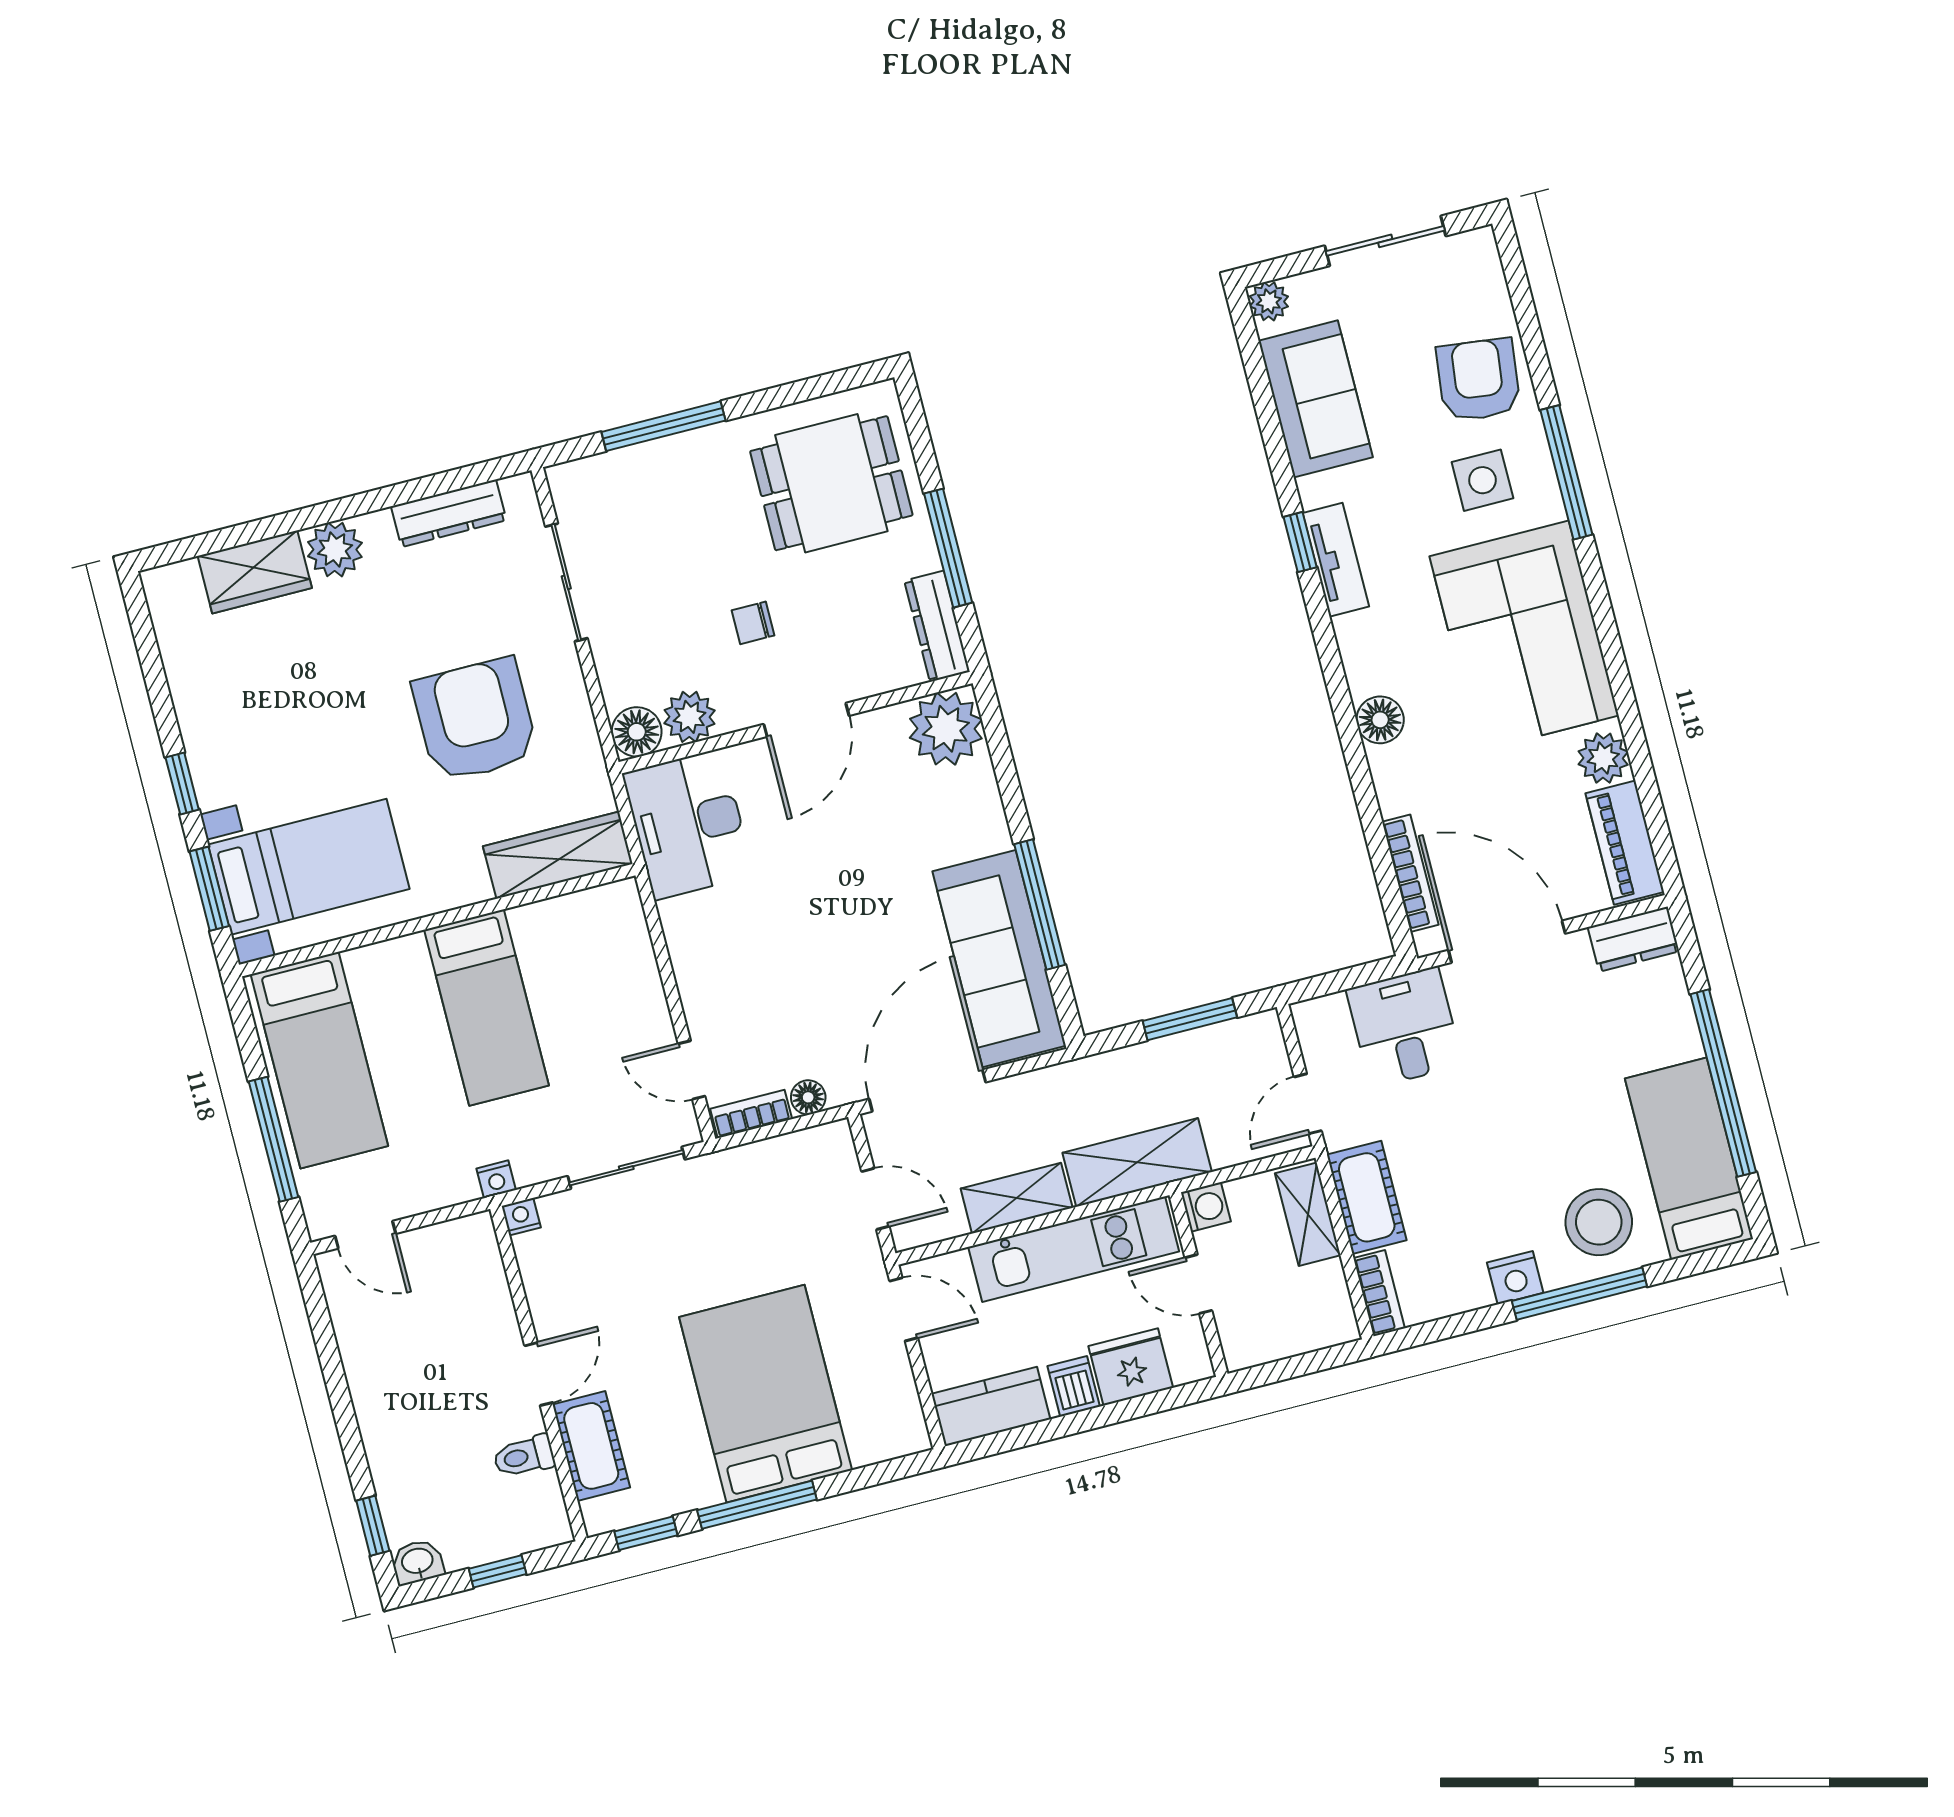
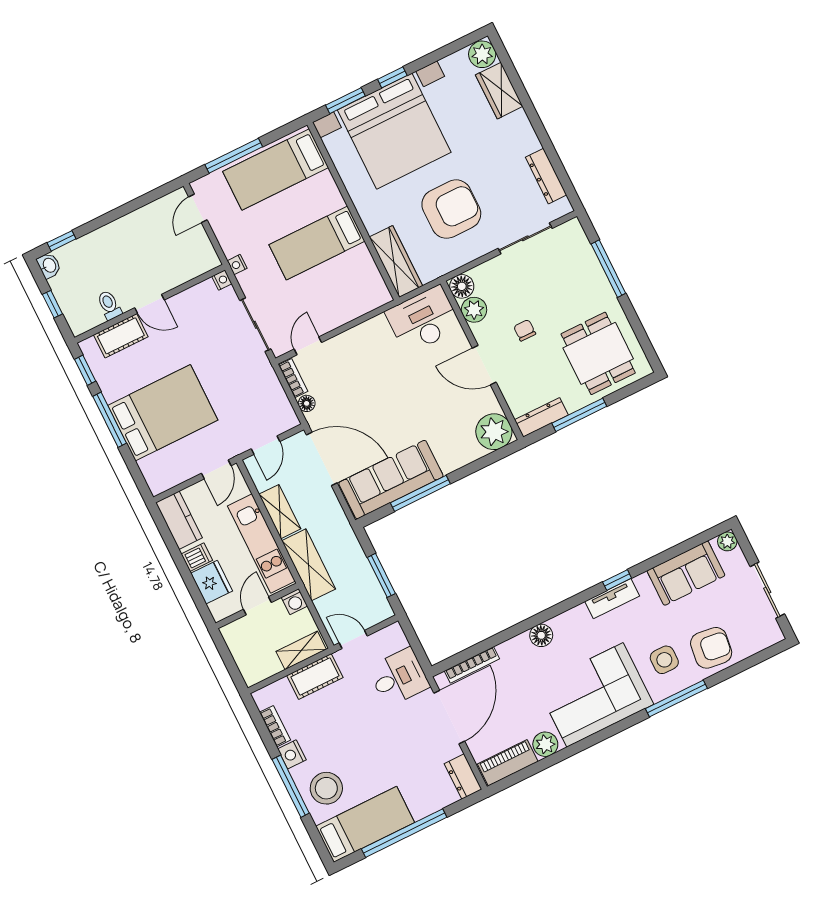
plant: (335, 549) -> (482, 54), moved
bed with nightstands: (309, 867) -> (394, 131), width x1.85
bookcase: (1379, 1293) -> (275, 726), moved, turned -90

